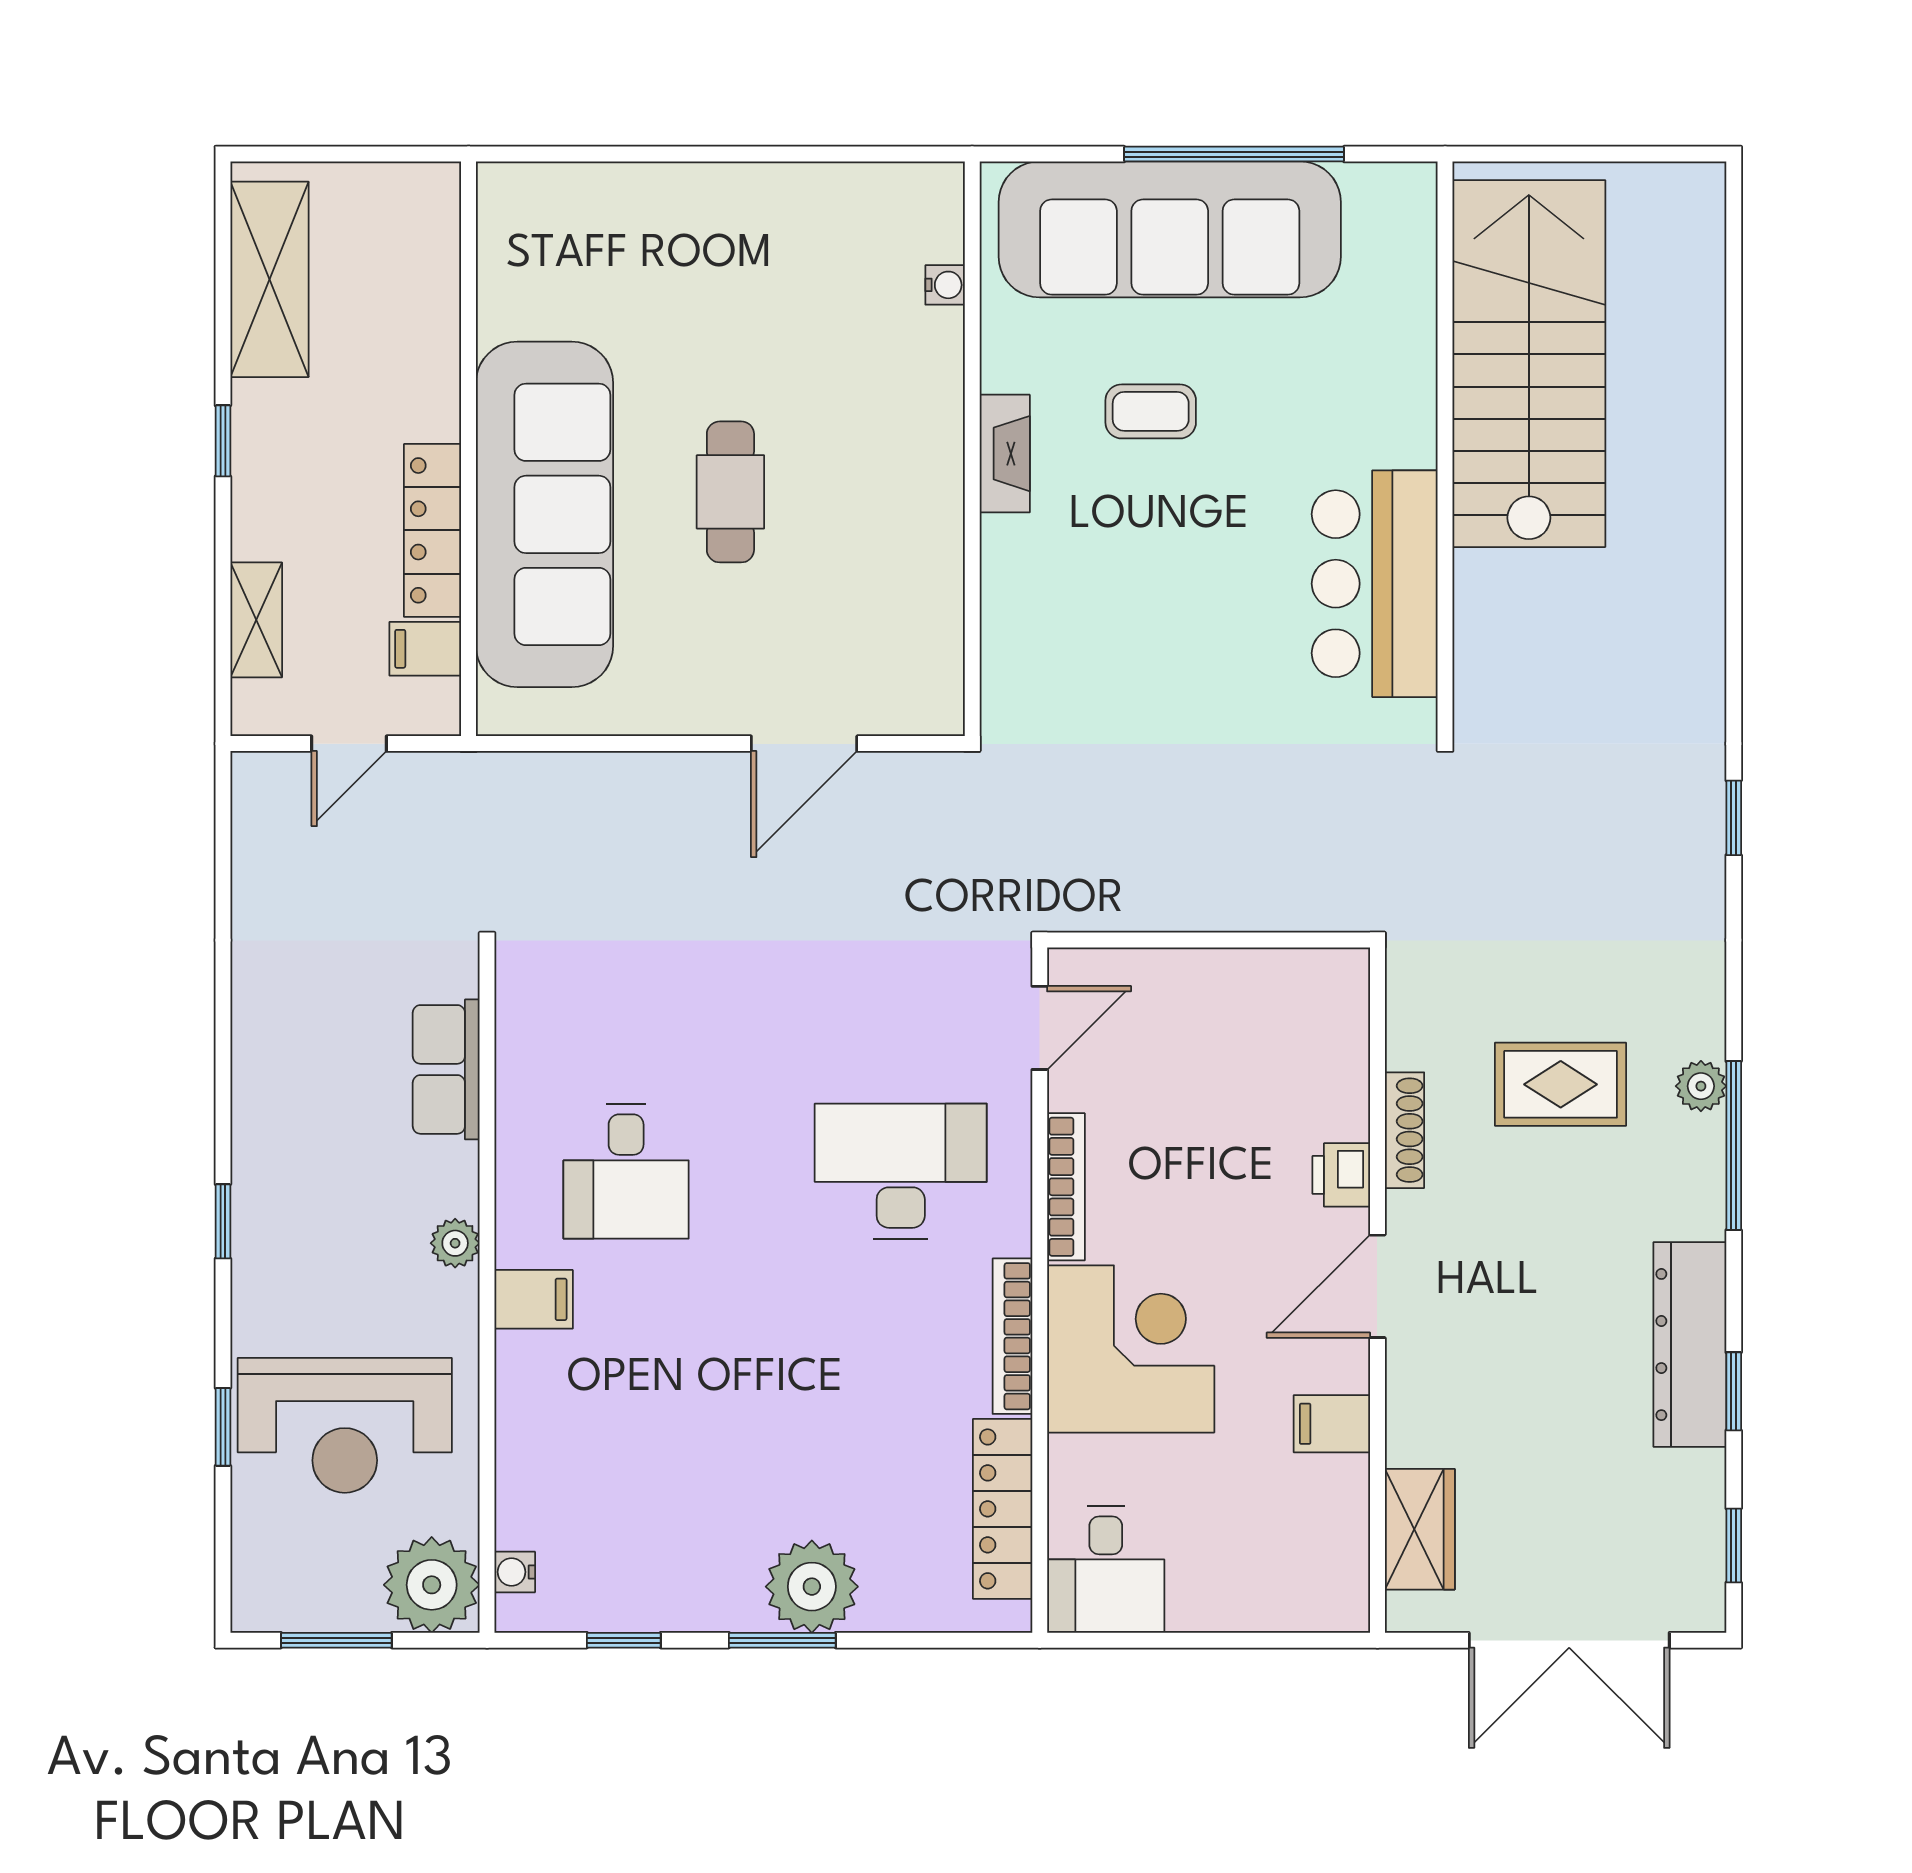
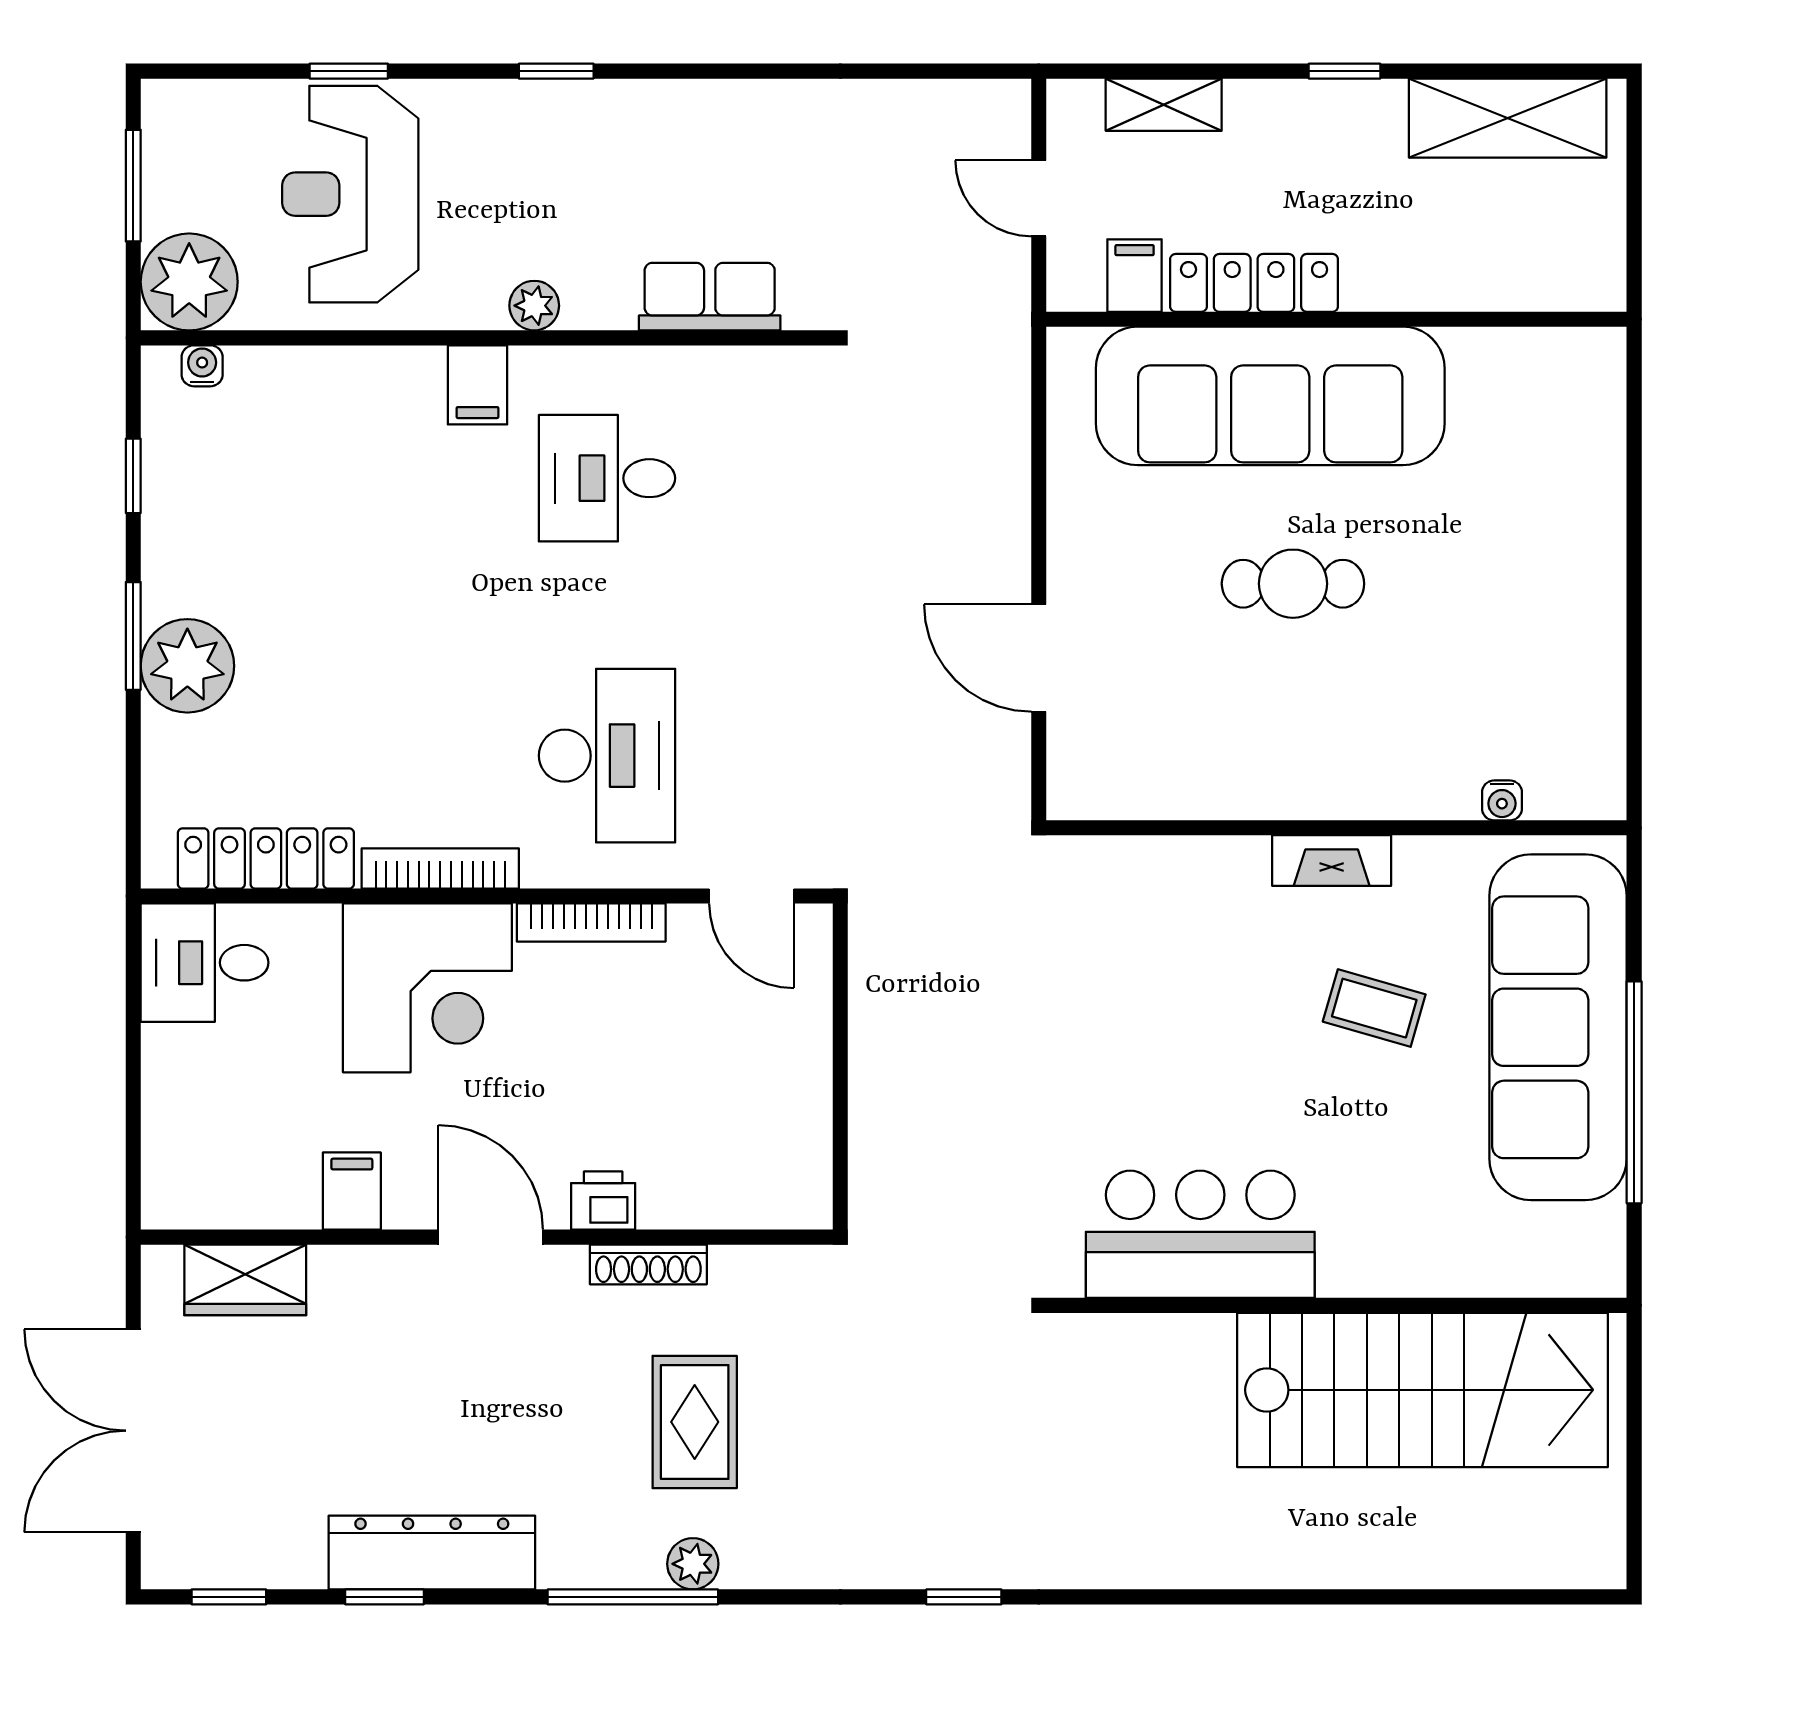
coffee table: (1151, 411) -> (1374, 1008), turned -74

